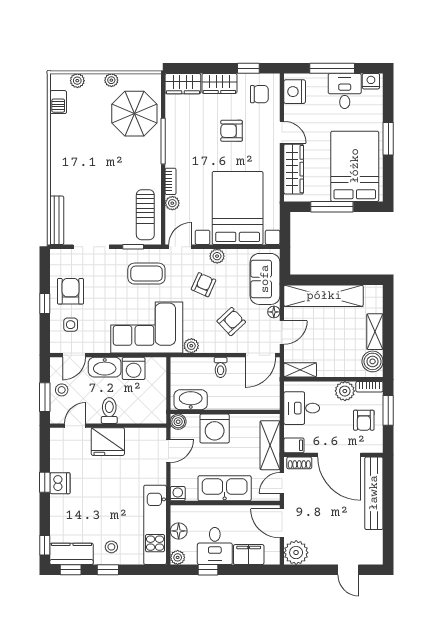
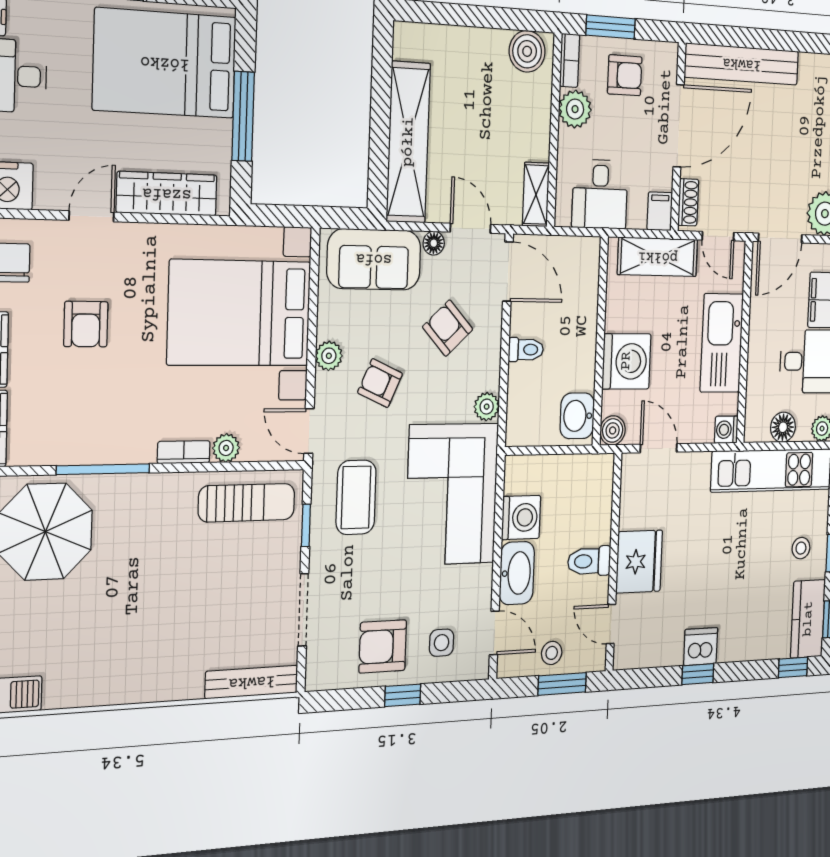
shelving: (375, 332) -> (476, 43), removed
washbasin: (191, 400) -> (577, 416), width x0.72

